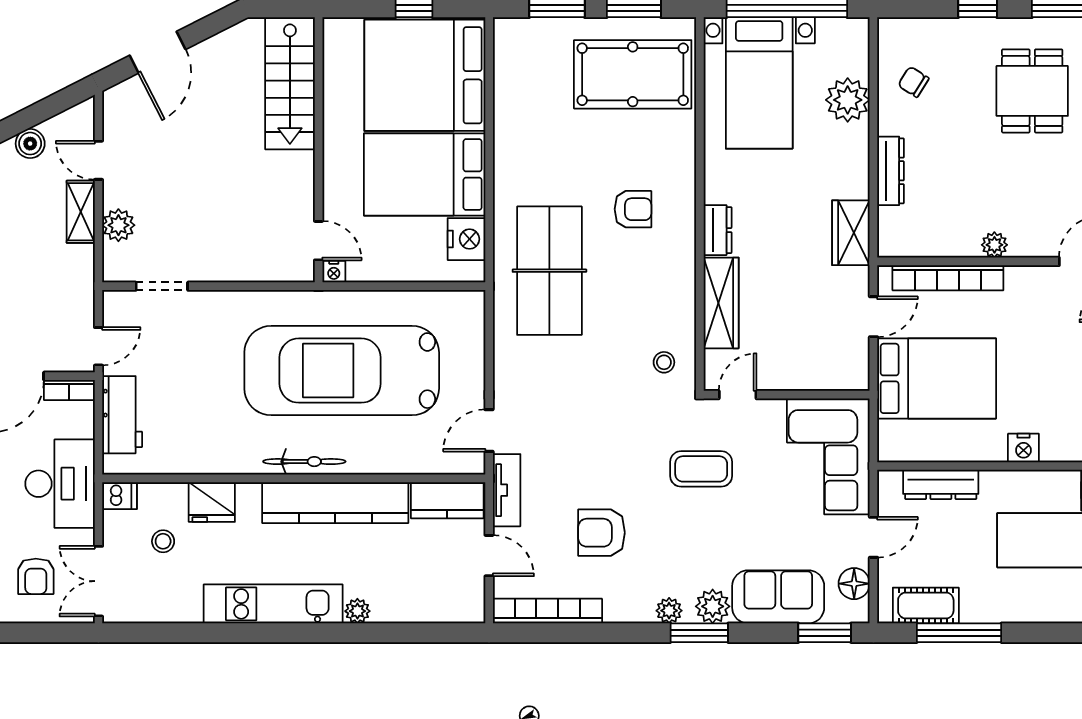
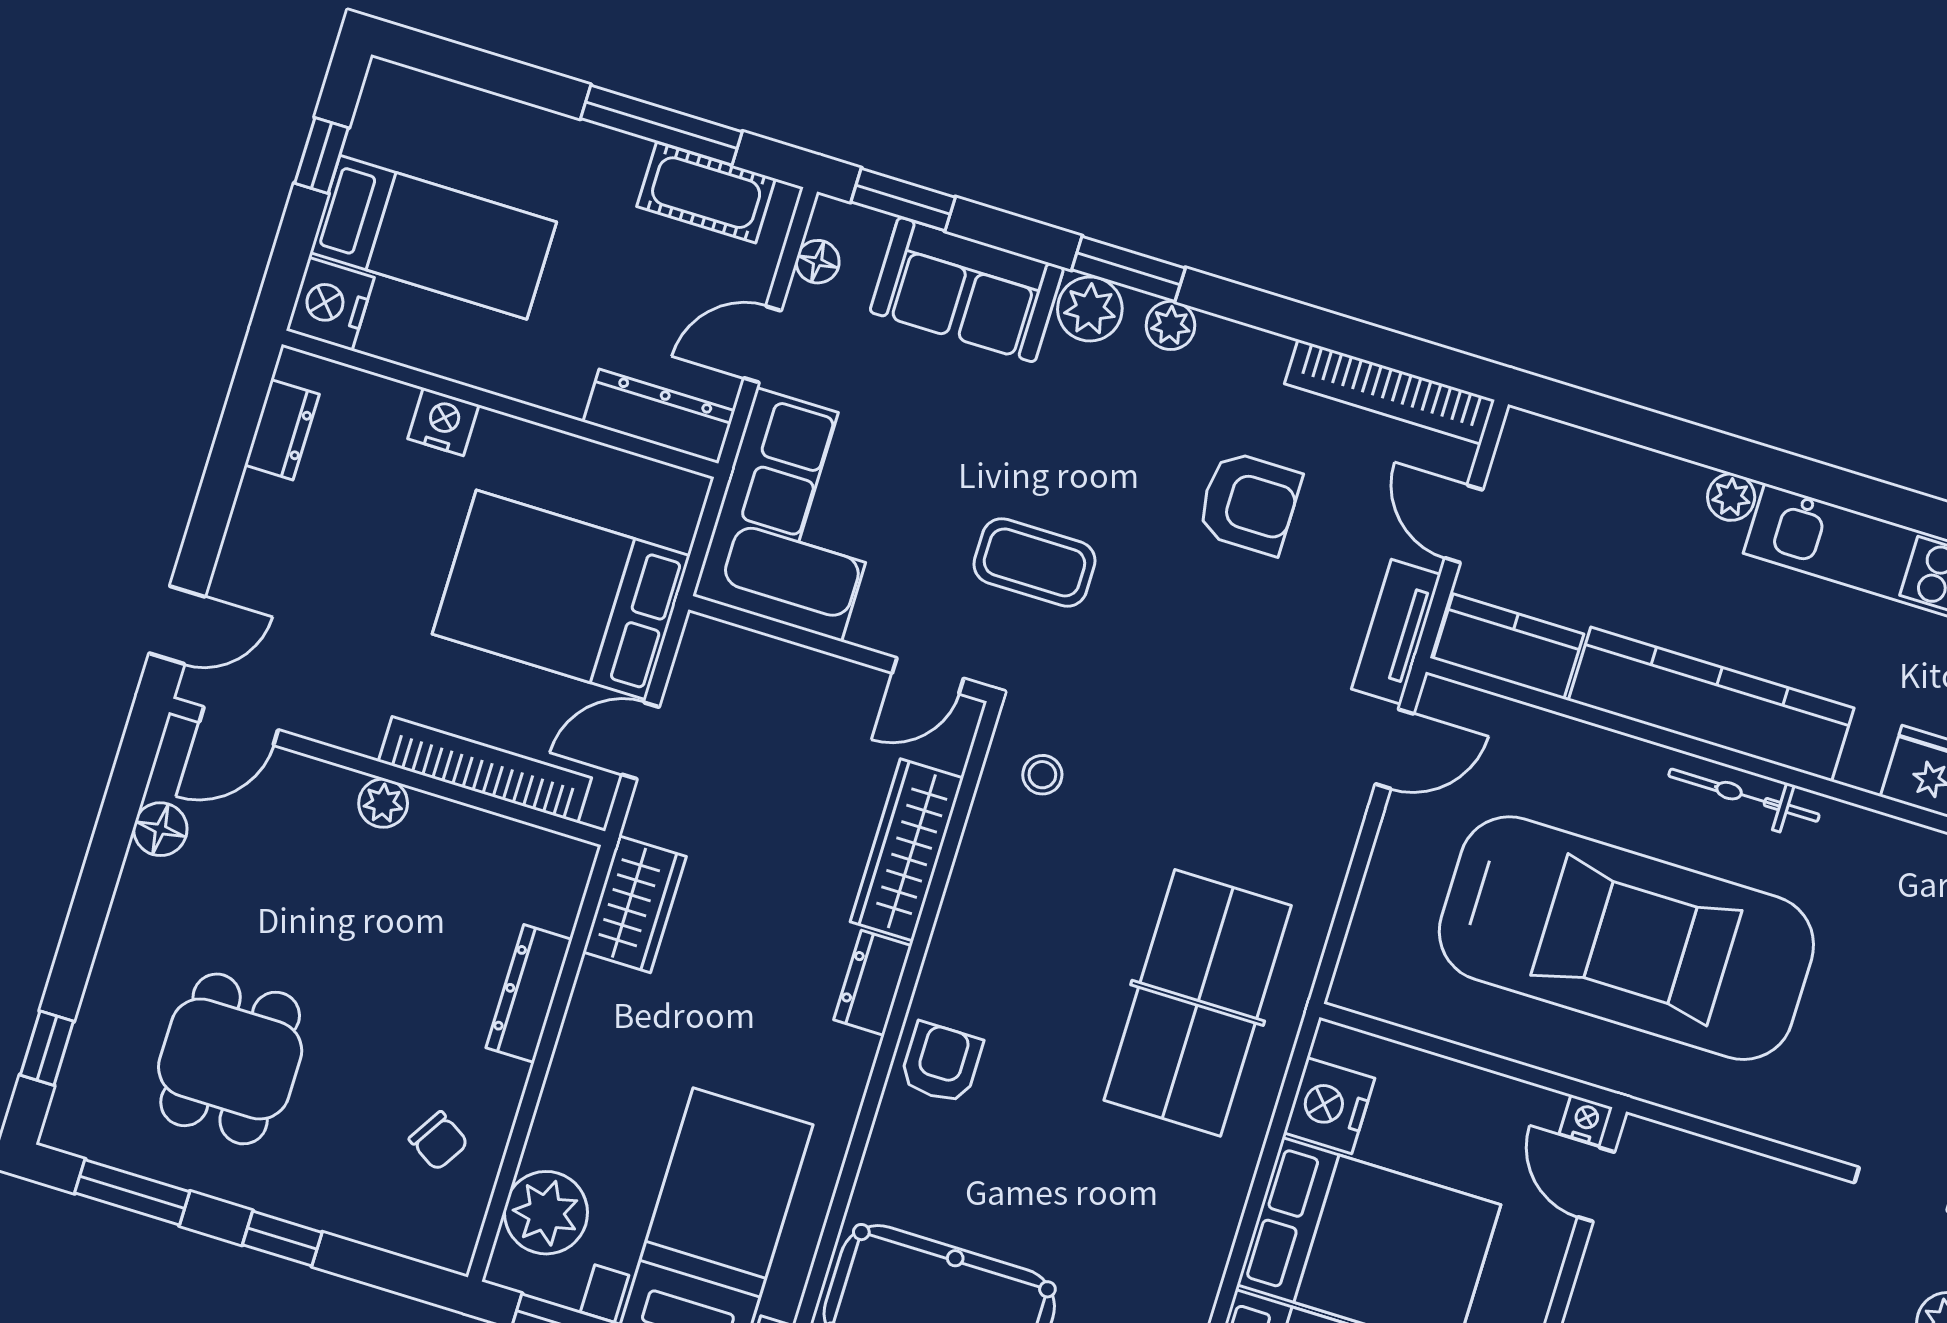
plant: (848, 100) -> (546, 1213), moved
armchair: (633, 209) -> (941, 1063), moved, turned 90
dresser: (941, 484) -> (659, 416), moved
floor lamp: (854, 584) -> (818, 262), width x0.73, depth x0.73

